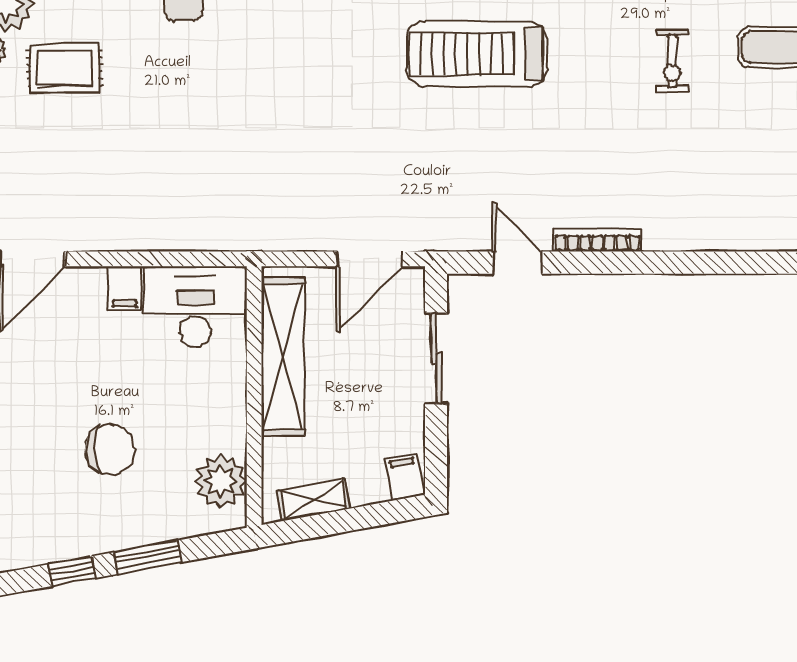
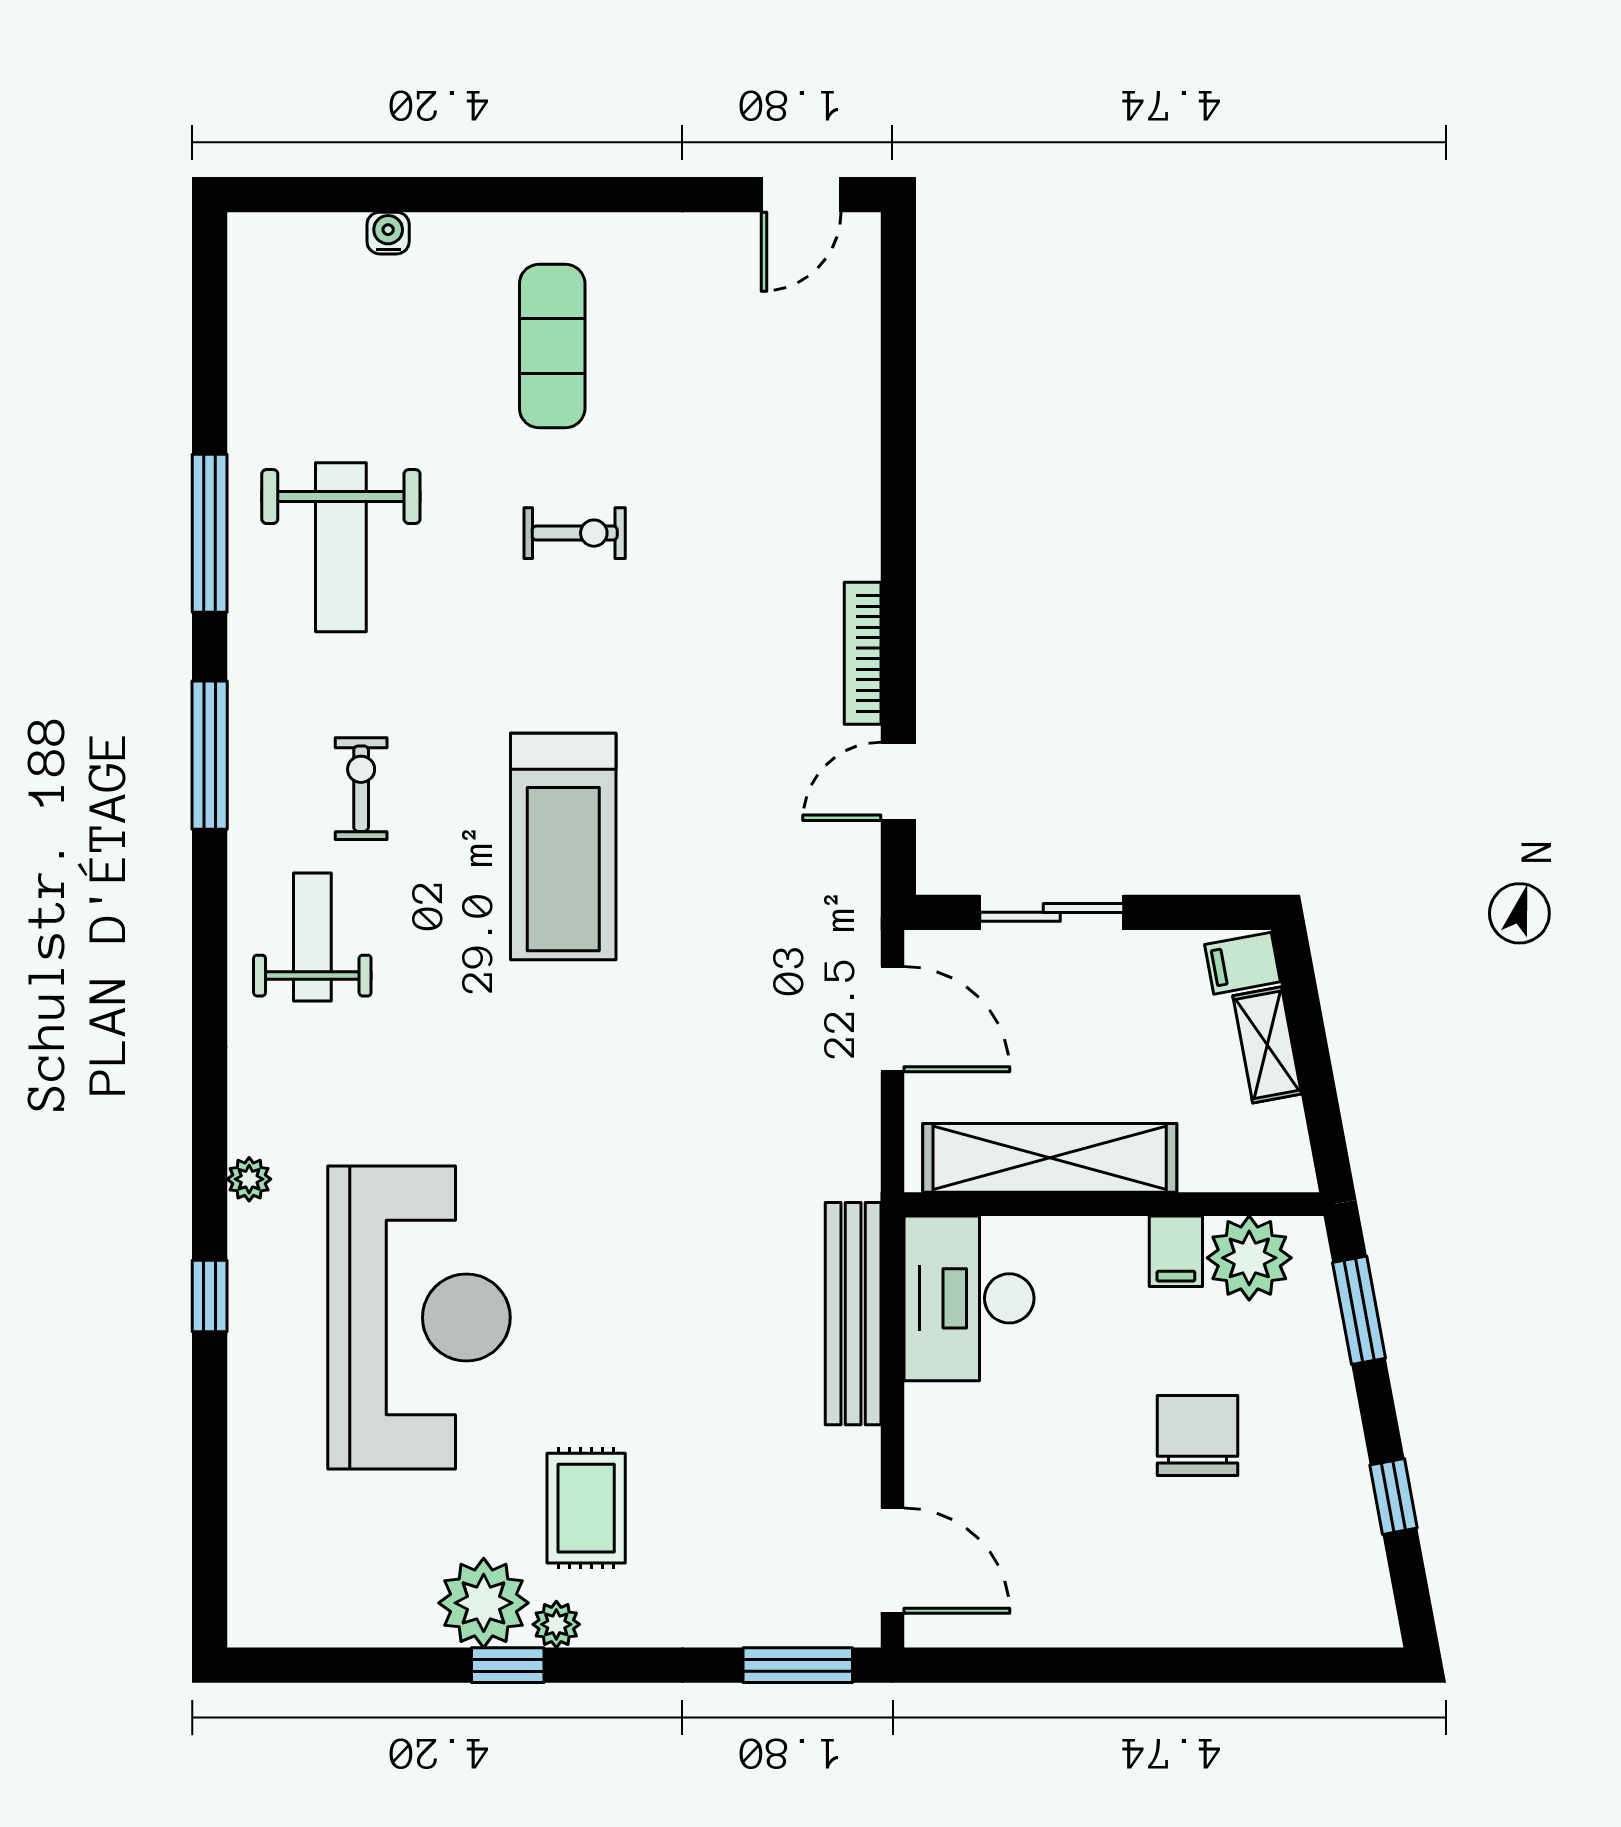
bench: (186, 234) -> (853, 1314), added
filing cabinet: (125, 288) -> (1176, 1251), moved, turned 90
shelving: (314, 500) -> (1267, 1045), moved
window: (147, 557) -> (1359, 1310), moved

